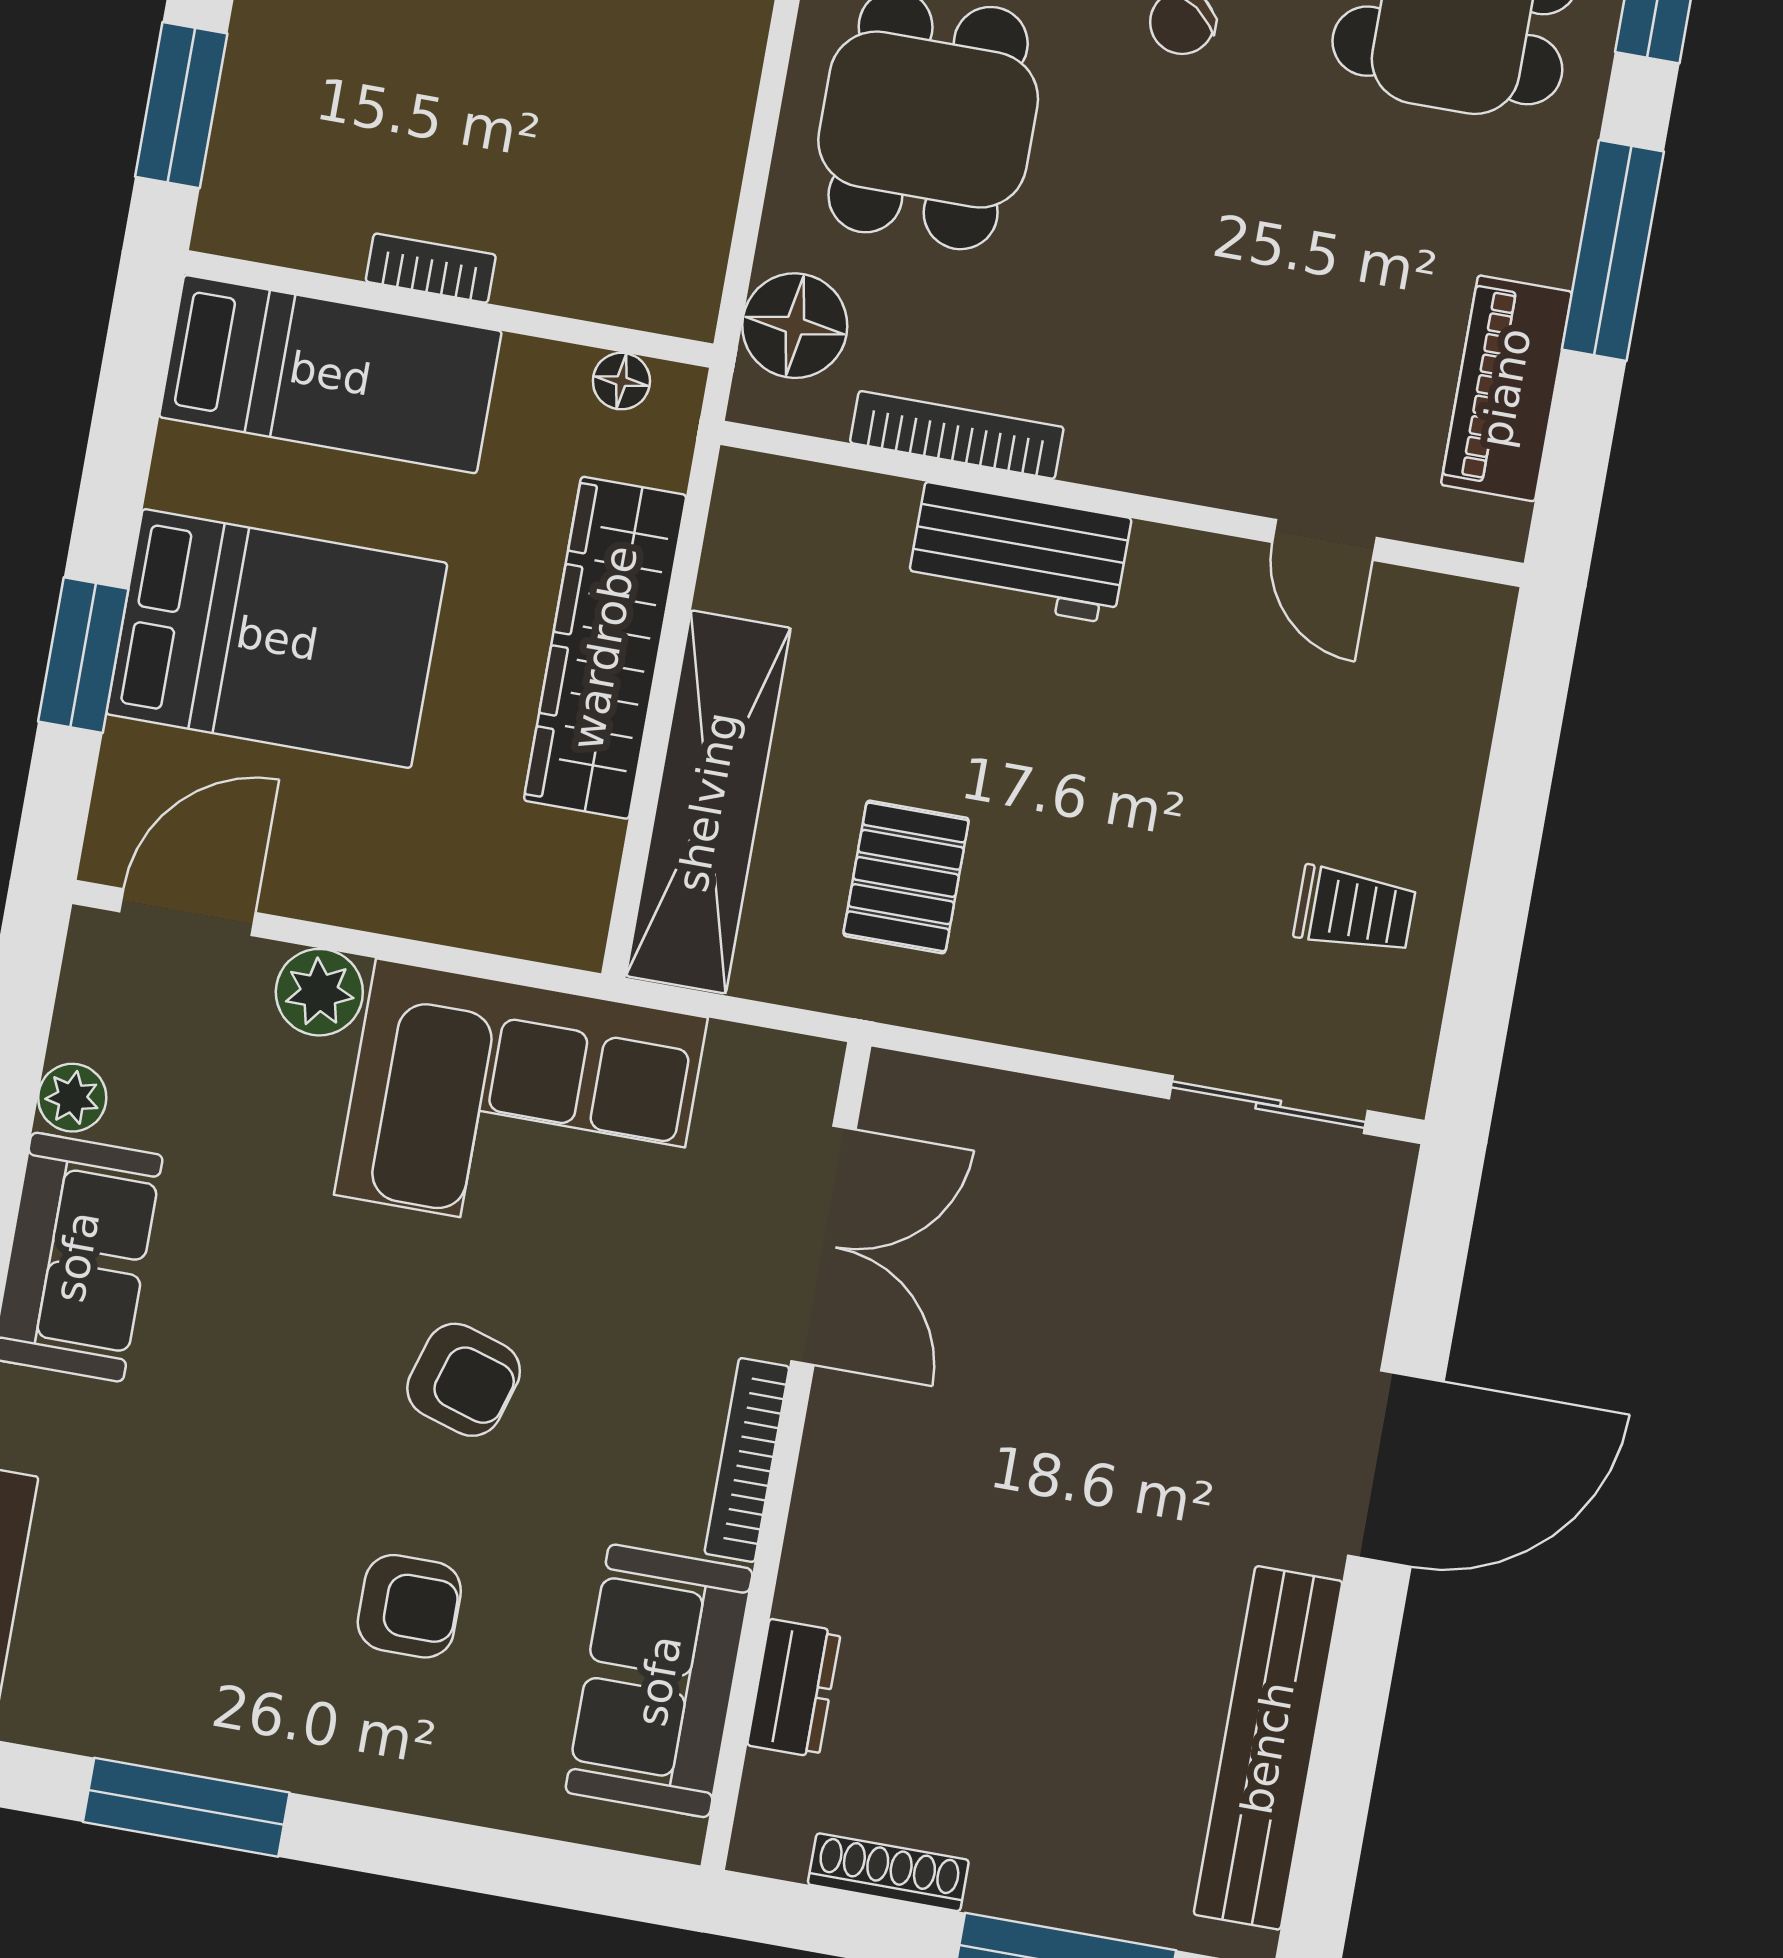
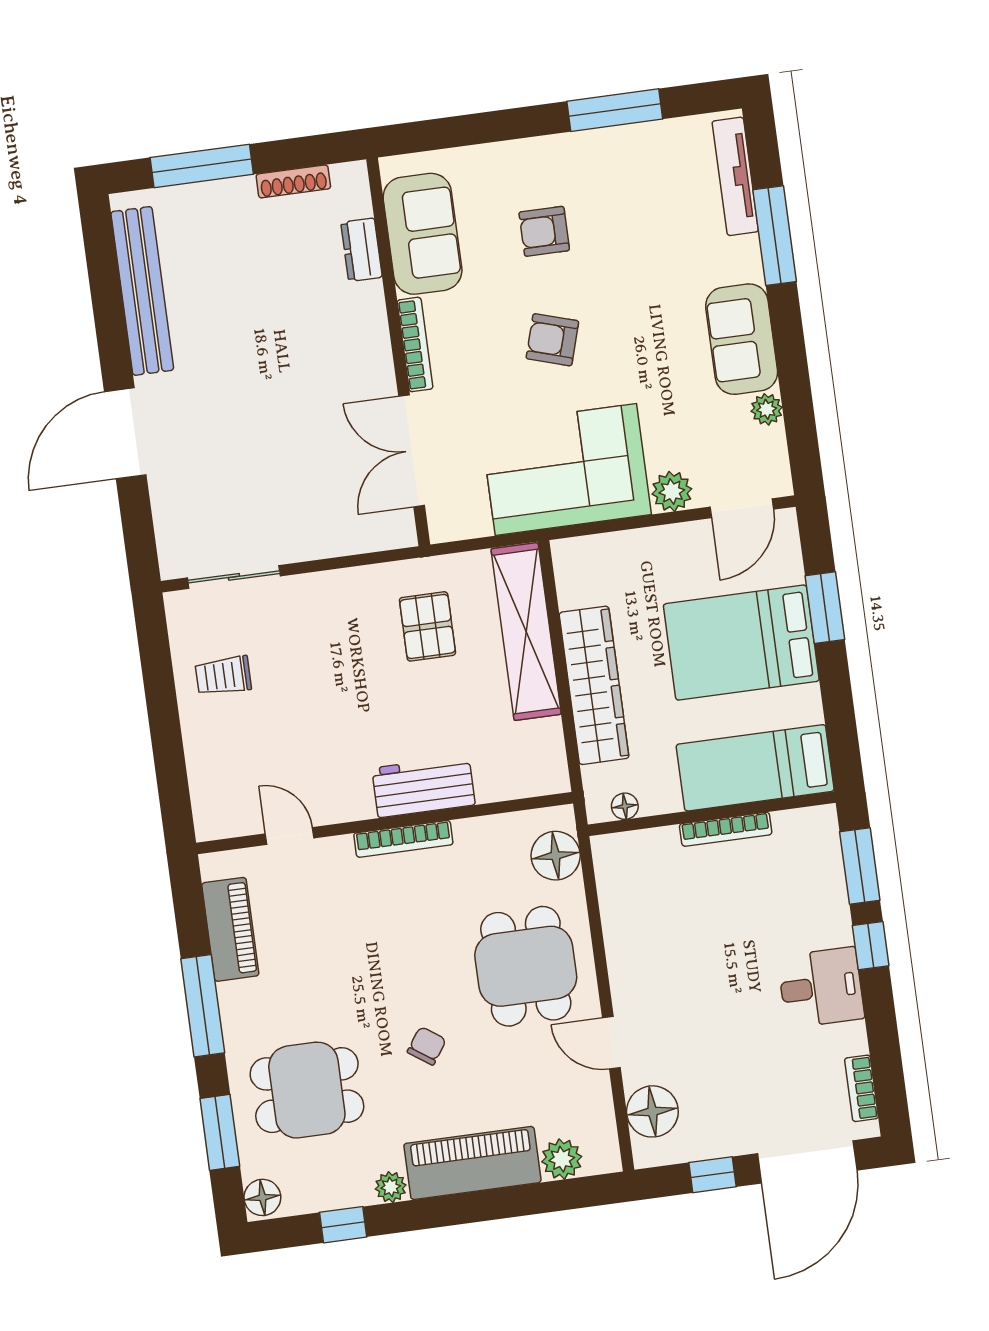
bookcase: (431, 268) -> (726, 829), width x1.56
bookcase: (957, 435) -> (403, 839), moved

